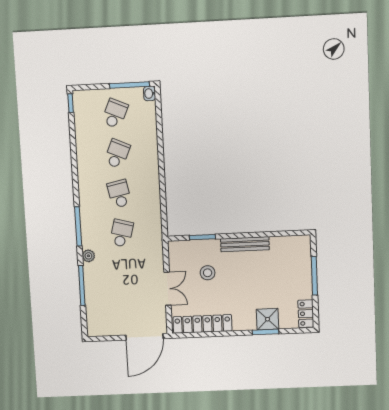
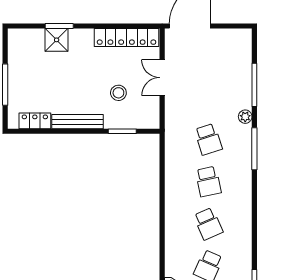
school desk: (117, 154) -> (208, 224), turned -48
school desk: (122, 233) -> (208, 139), turned -33
locker: (306, 314) -> (35, 121), moved, turned -90

